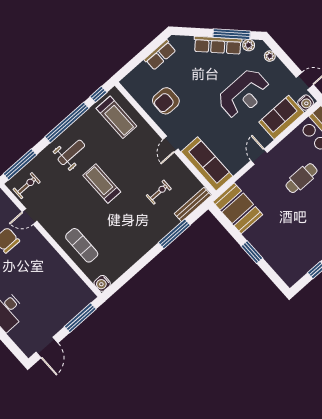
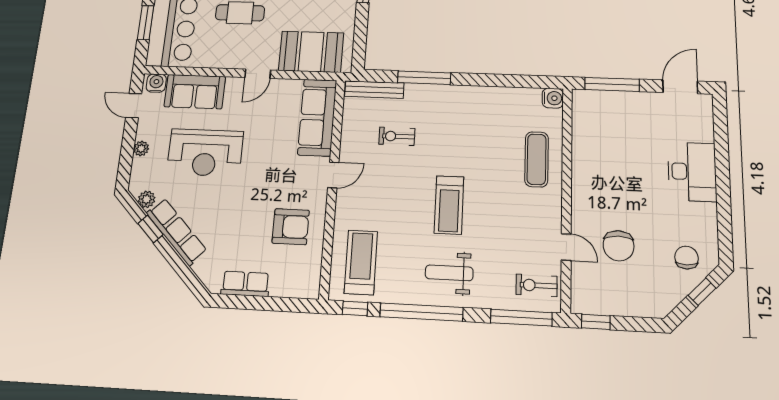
window: (232, 34) -> (151, 229), width x0.46
plant: (270, 56) -> (141, 149), moved
reception desk: (244, 94) -> (205, 153), turned 180
booth: (238, 208) -> (311, 52), moved, turned 90

